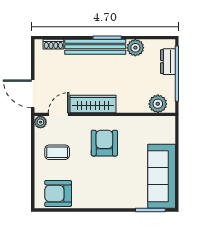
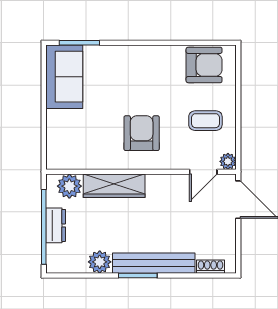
dresser: (168, 62) -> (56, 225), moved
wardrobe: (93, 104) -> (114, 186), moved
armchair: (104, 143) -> (142, 133), turned 180
sofa: (162, 176) -> (64, 77), width x0.73

